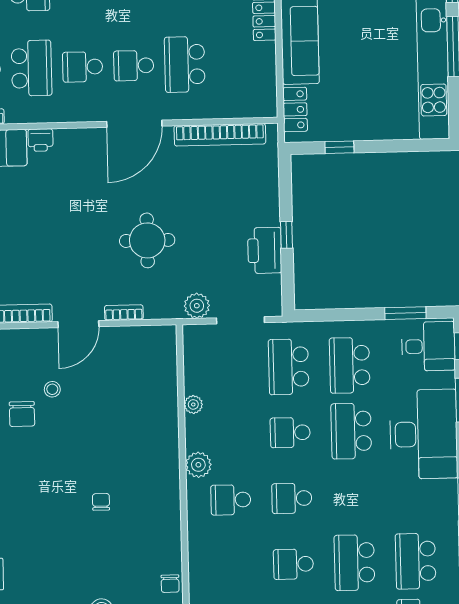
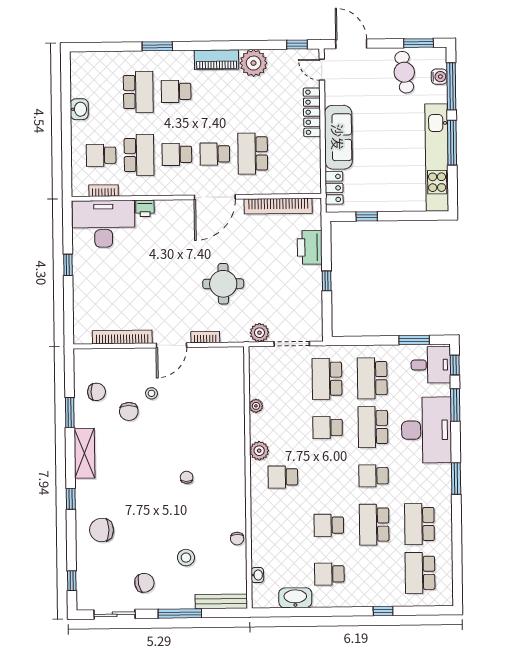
printer: (265, 250) -> (310, 247), moved
school desk: (292, 498) -> (374, 476), moved

